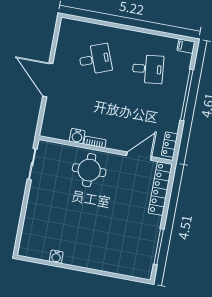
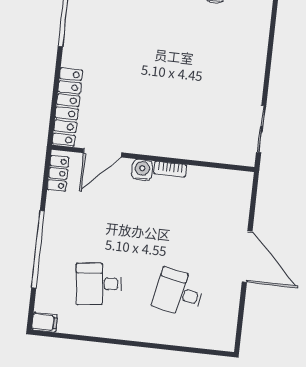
desk: (95, 59) -> (179, 293), turned 33
water cooler: (77, 136) -> (142, 170), moved
round table: (89, 170) -> (175, 126), removed

